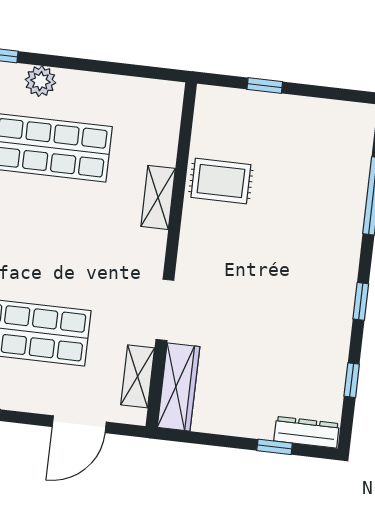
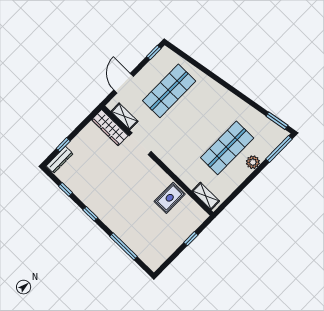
shelving: (158, 197) -> (206, 196), moved

